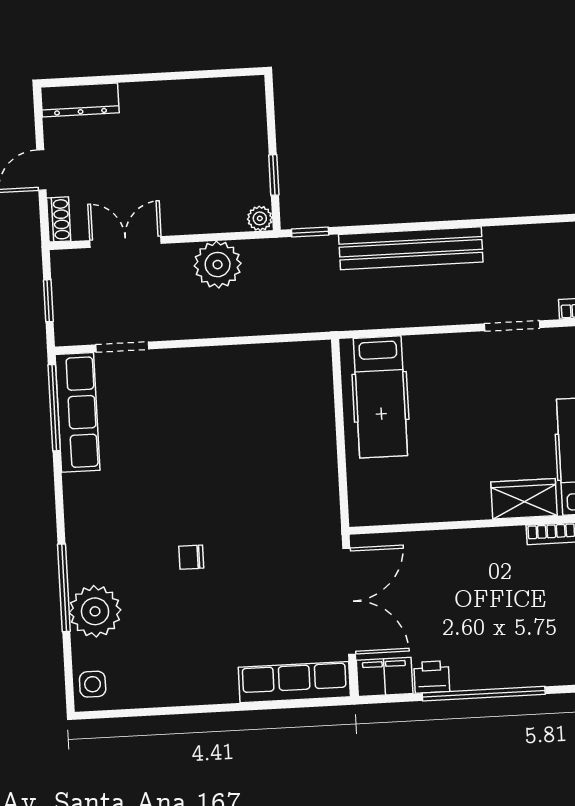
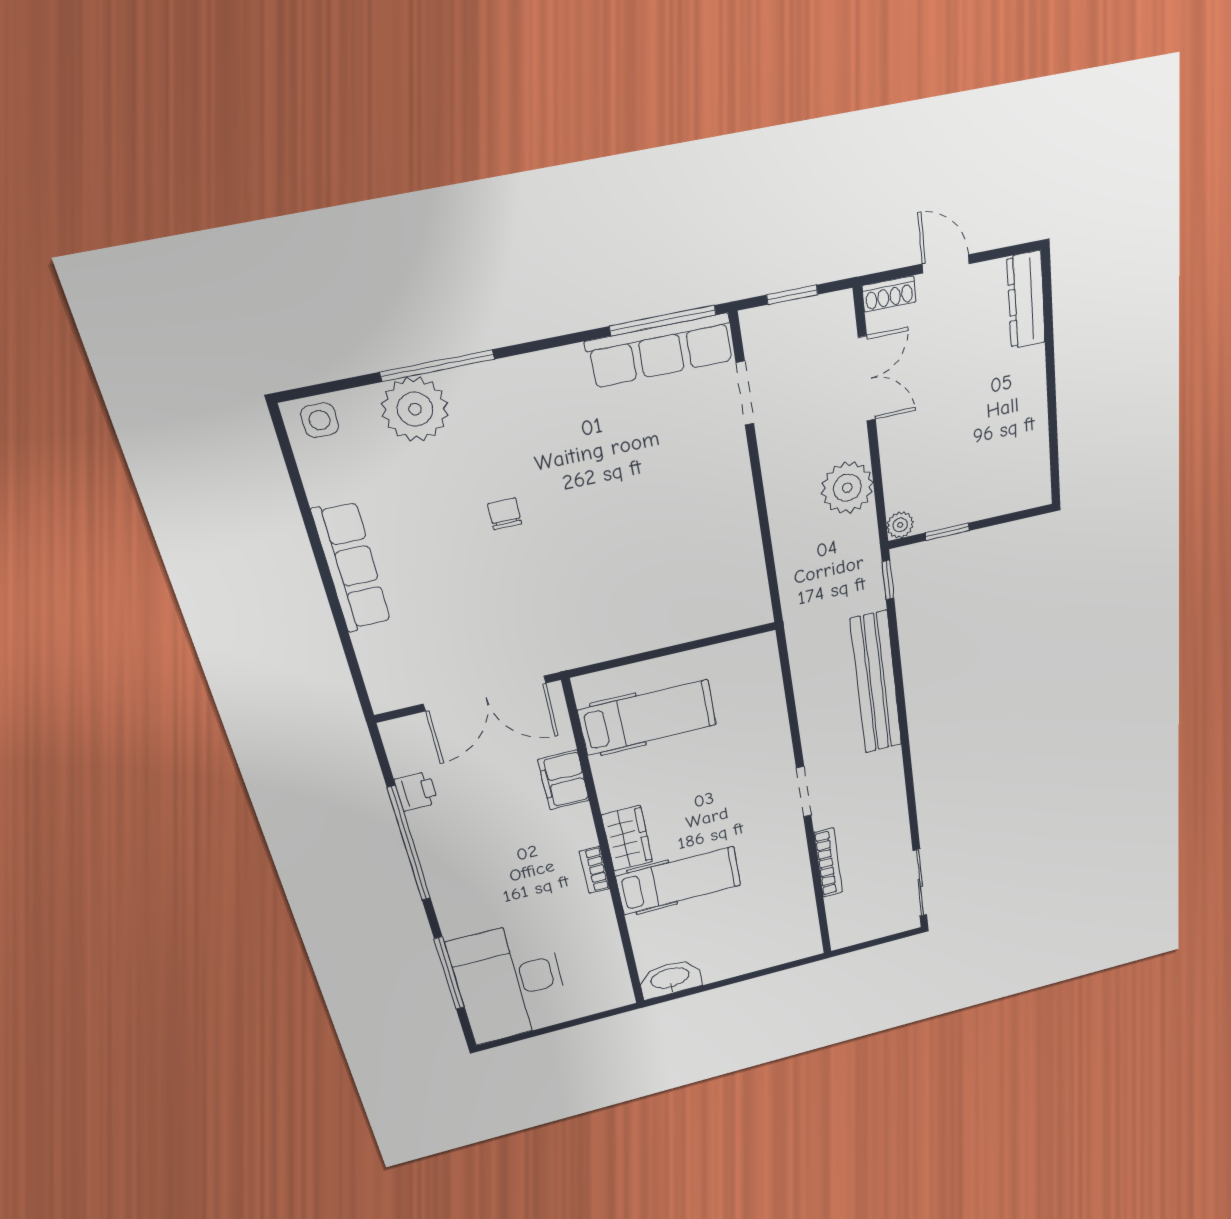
hospital bed: (380, 397) -> (647, 717), moved, turned 180
filing cabinet: (385, 677) -> (563, 780), moved, turned 180
row of seats: (294, 682) -> (352, 567), moved

